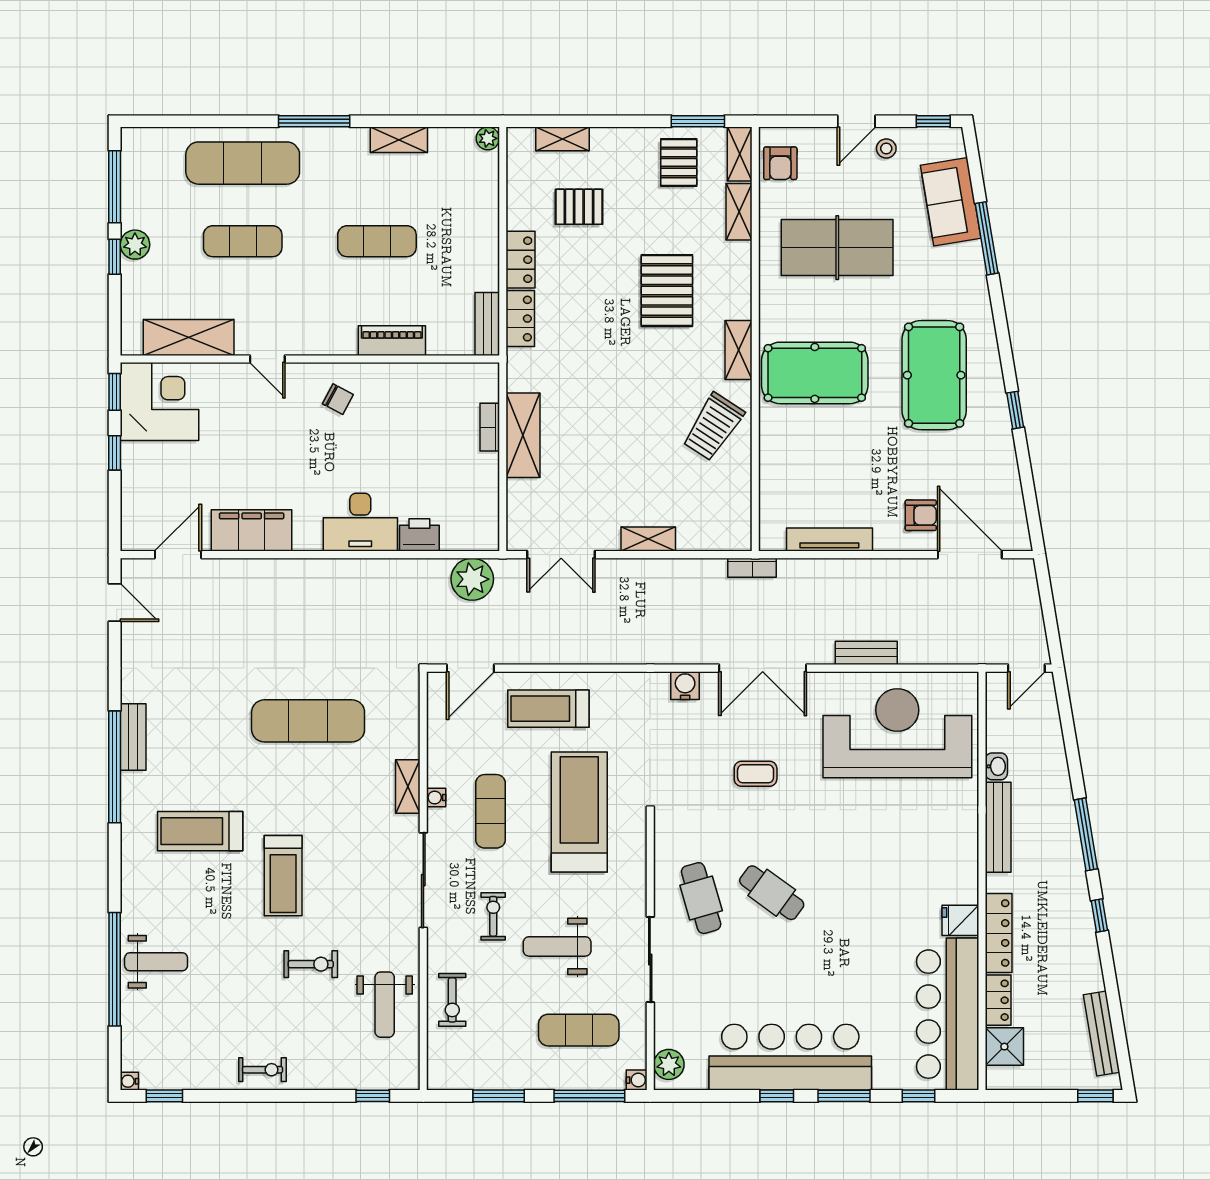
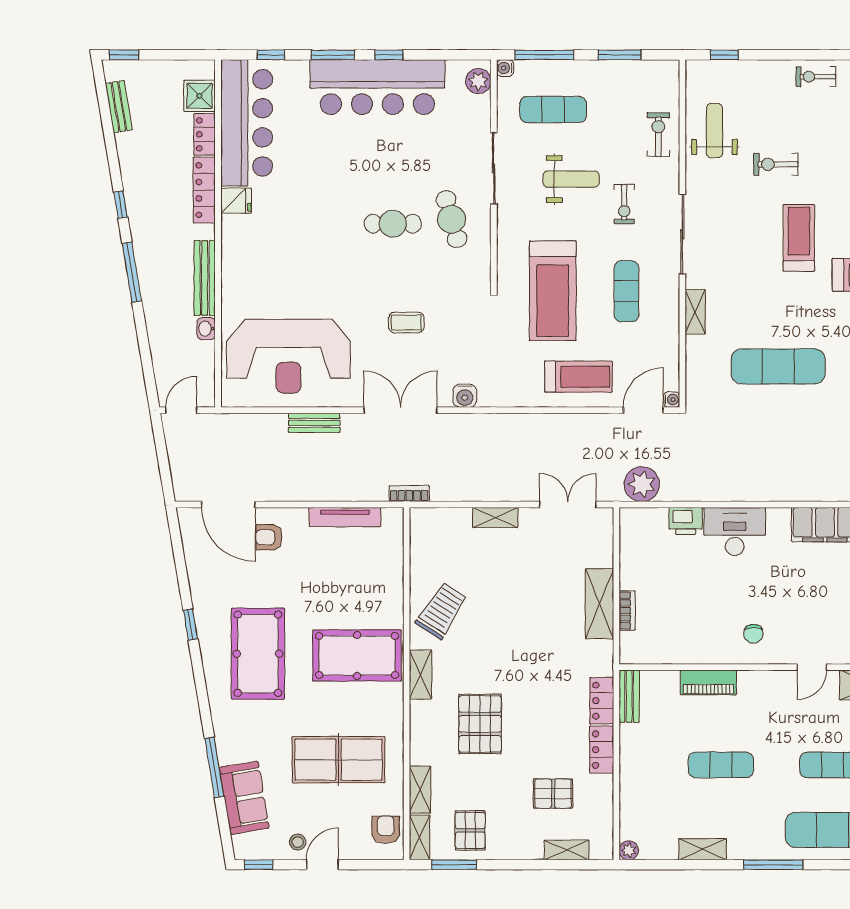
door: (267, 359) -> (812, 667), swing flipped
chair: (338, 399) -> (753, 634), turned -118
water cooler: (436, 798) -> (672, 400), moved
cafe table: (772, 893) -> (393, 224), turned -36
bench: (1102, 1034) -> (119, 107), width x0.73

